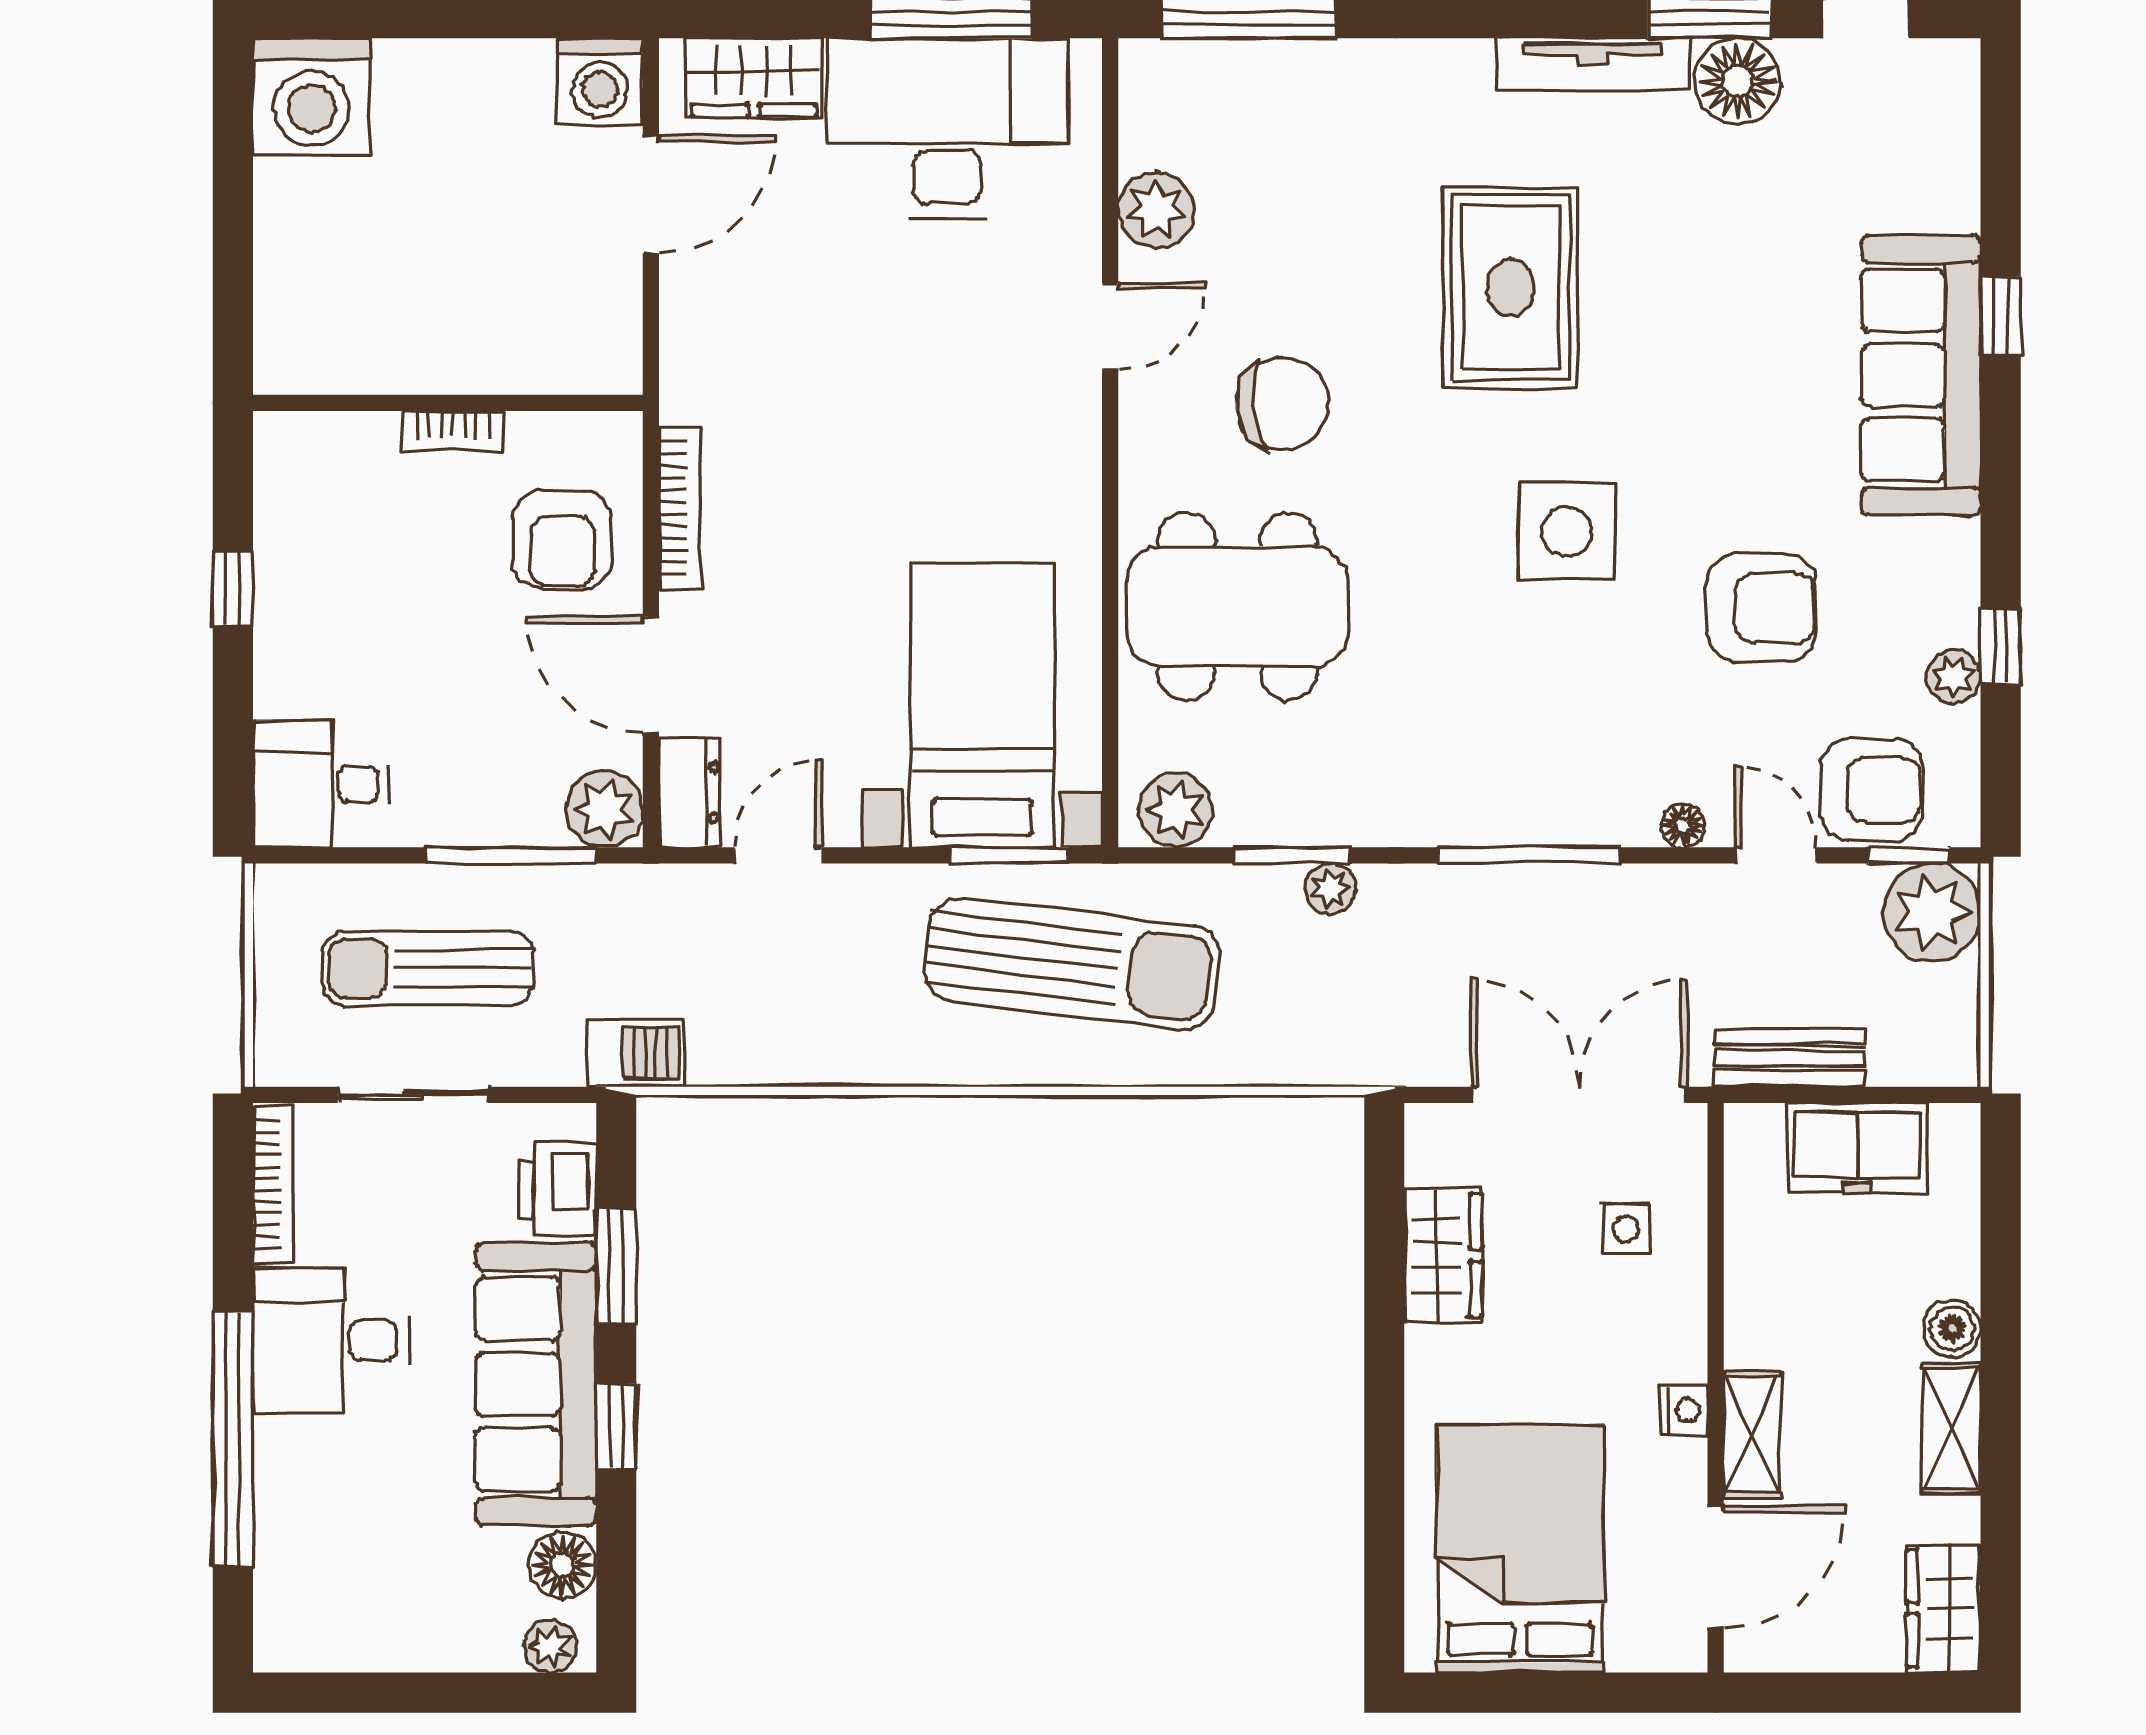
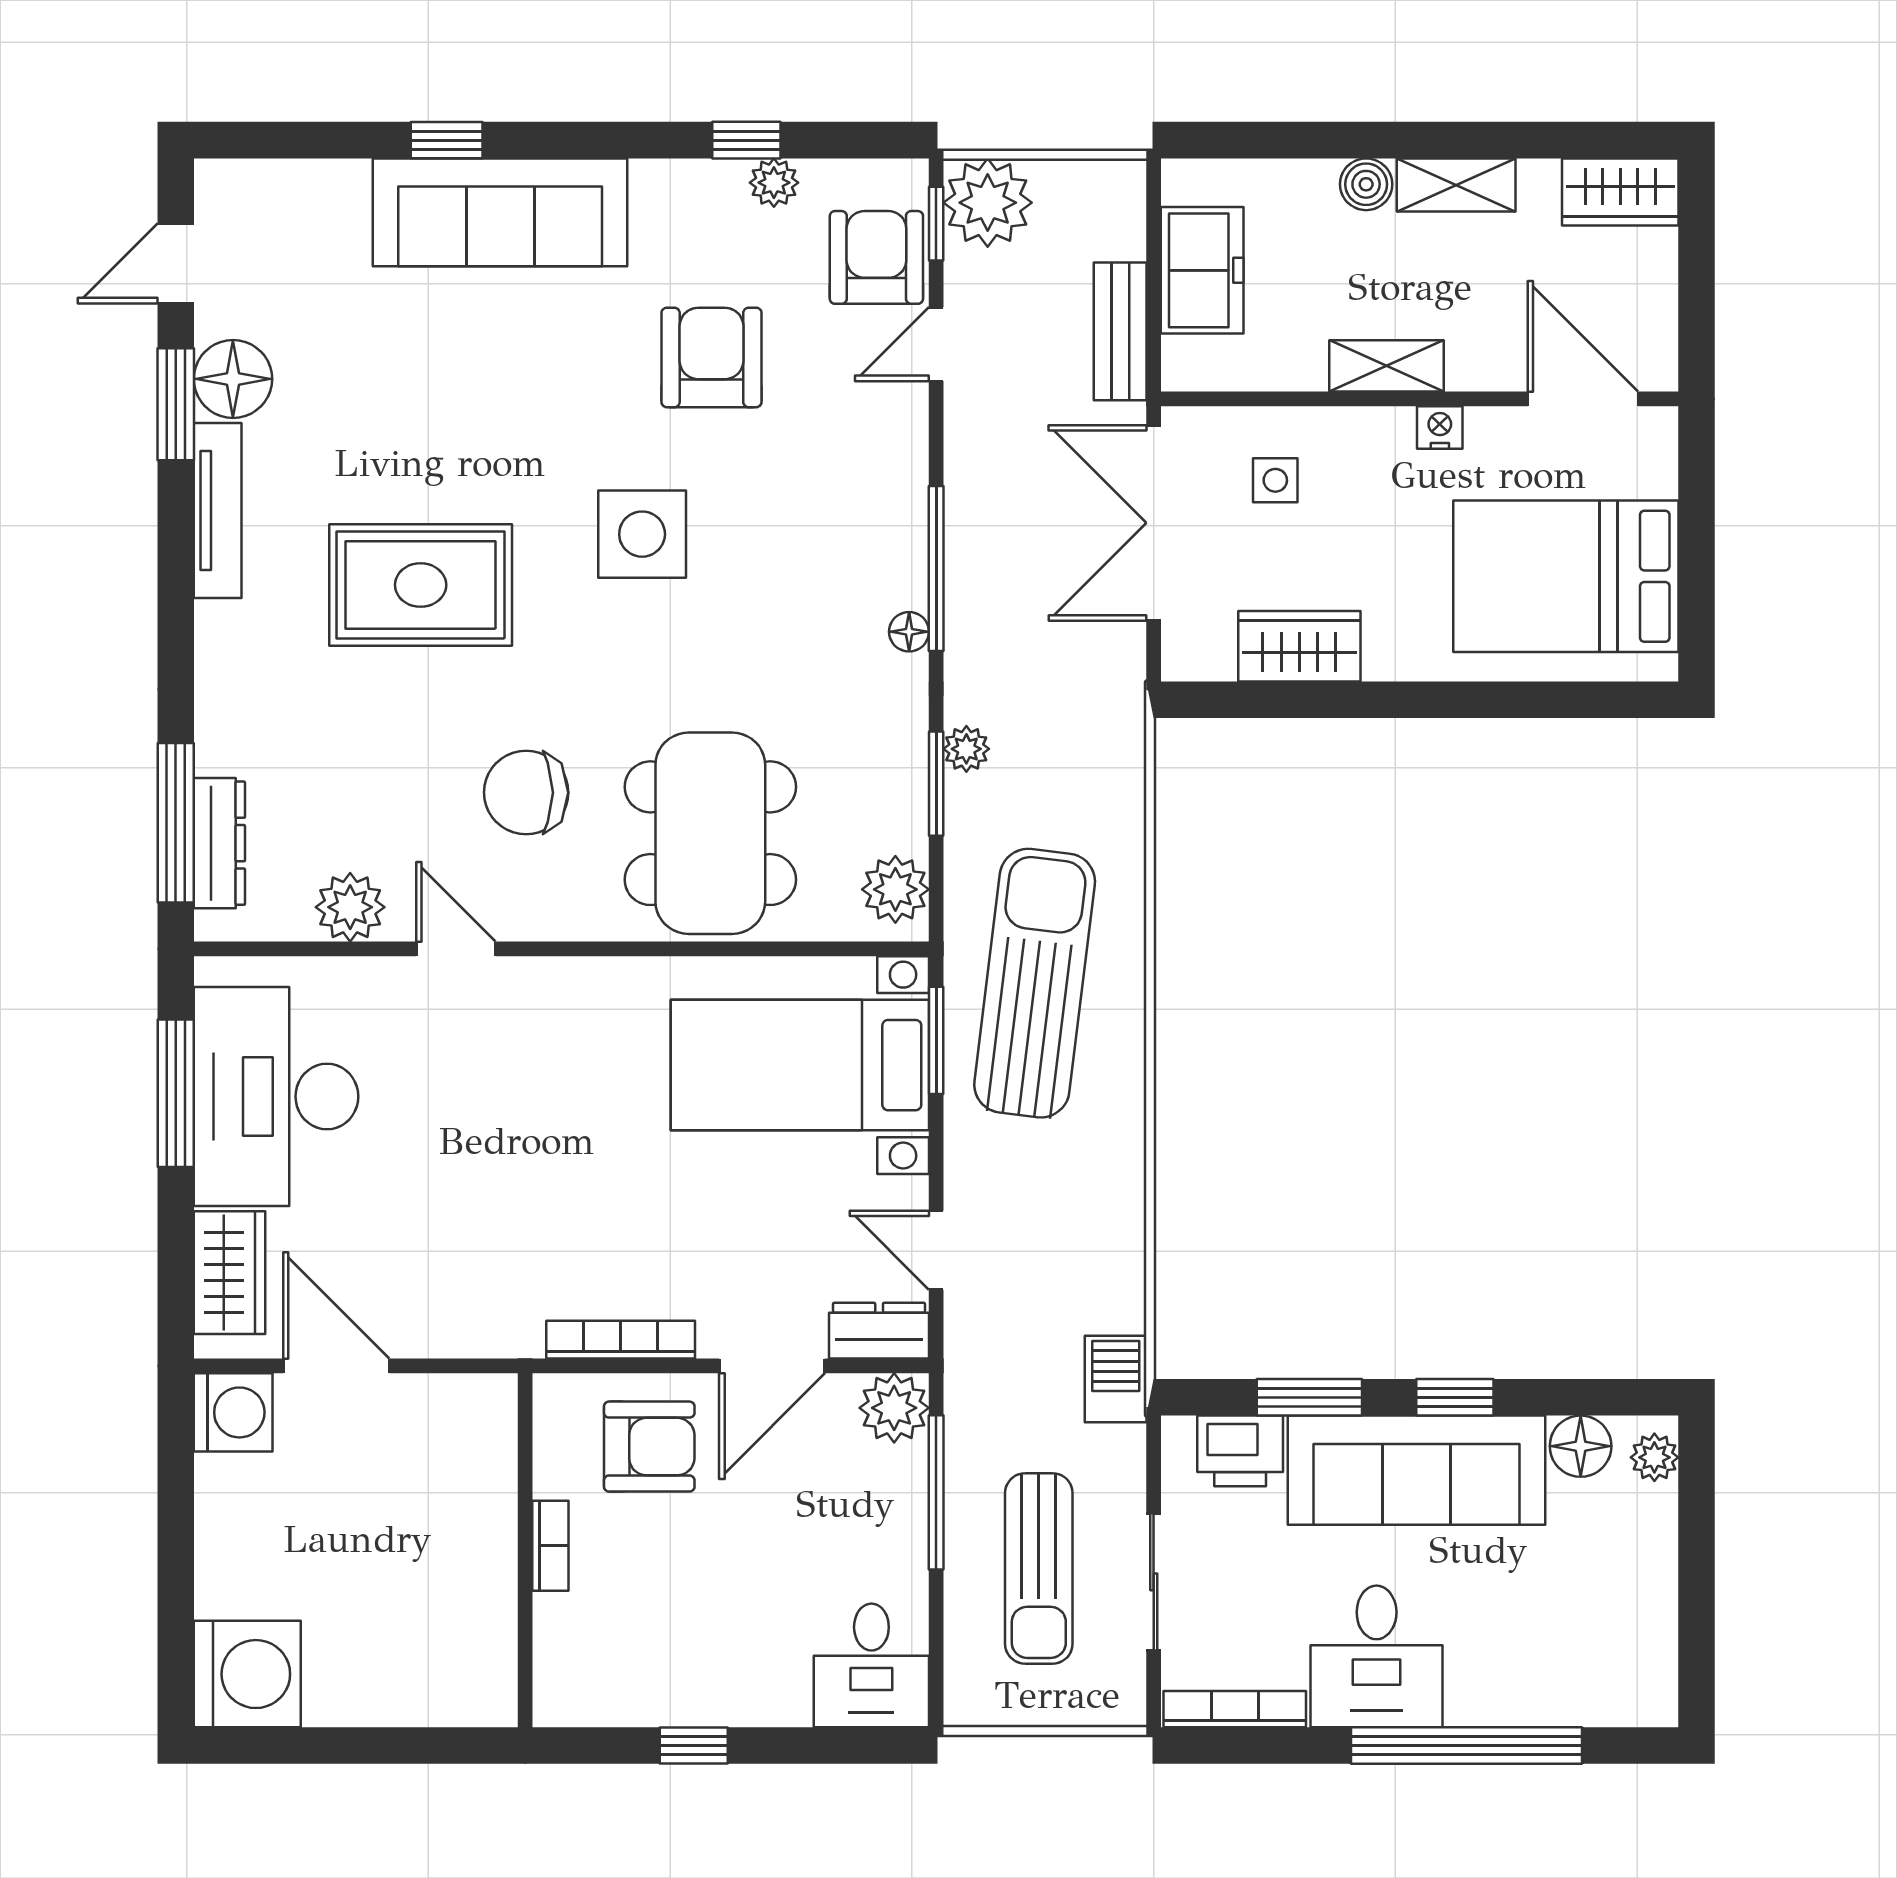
dresser: (1226, 66) -> (219, 843), added
chair: (1282, 404) -> (526, 793), turned -83
floor lamp: (1683, 825) -> (909, 632), moved
shelving: (1752, 1434) -> (1386, 366), moved

